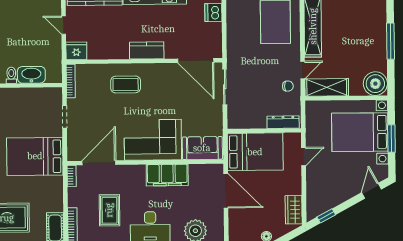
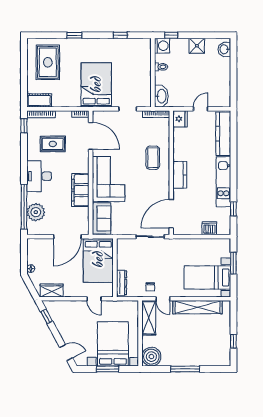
washbasin: (31, 75) -> (161, 96), moved

